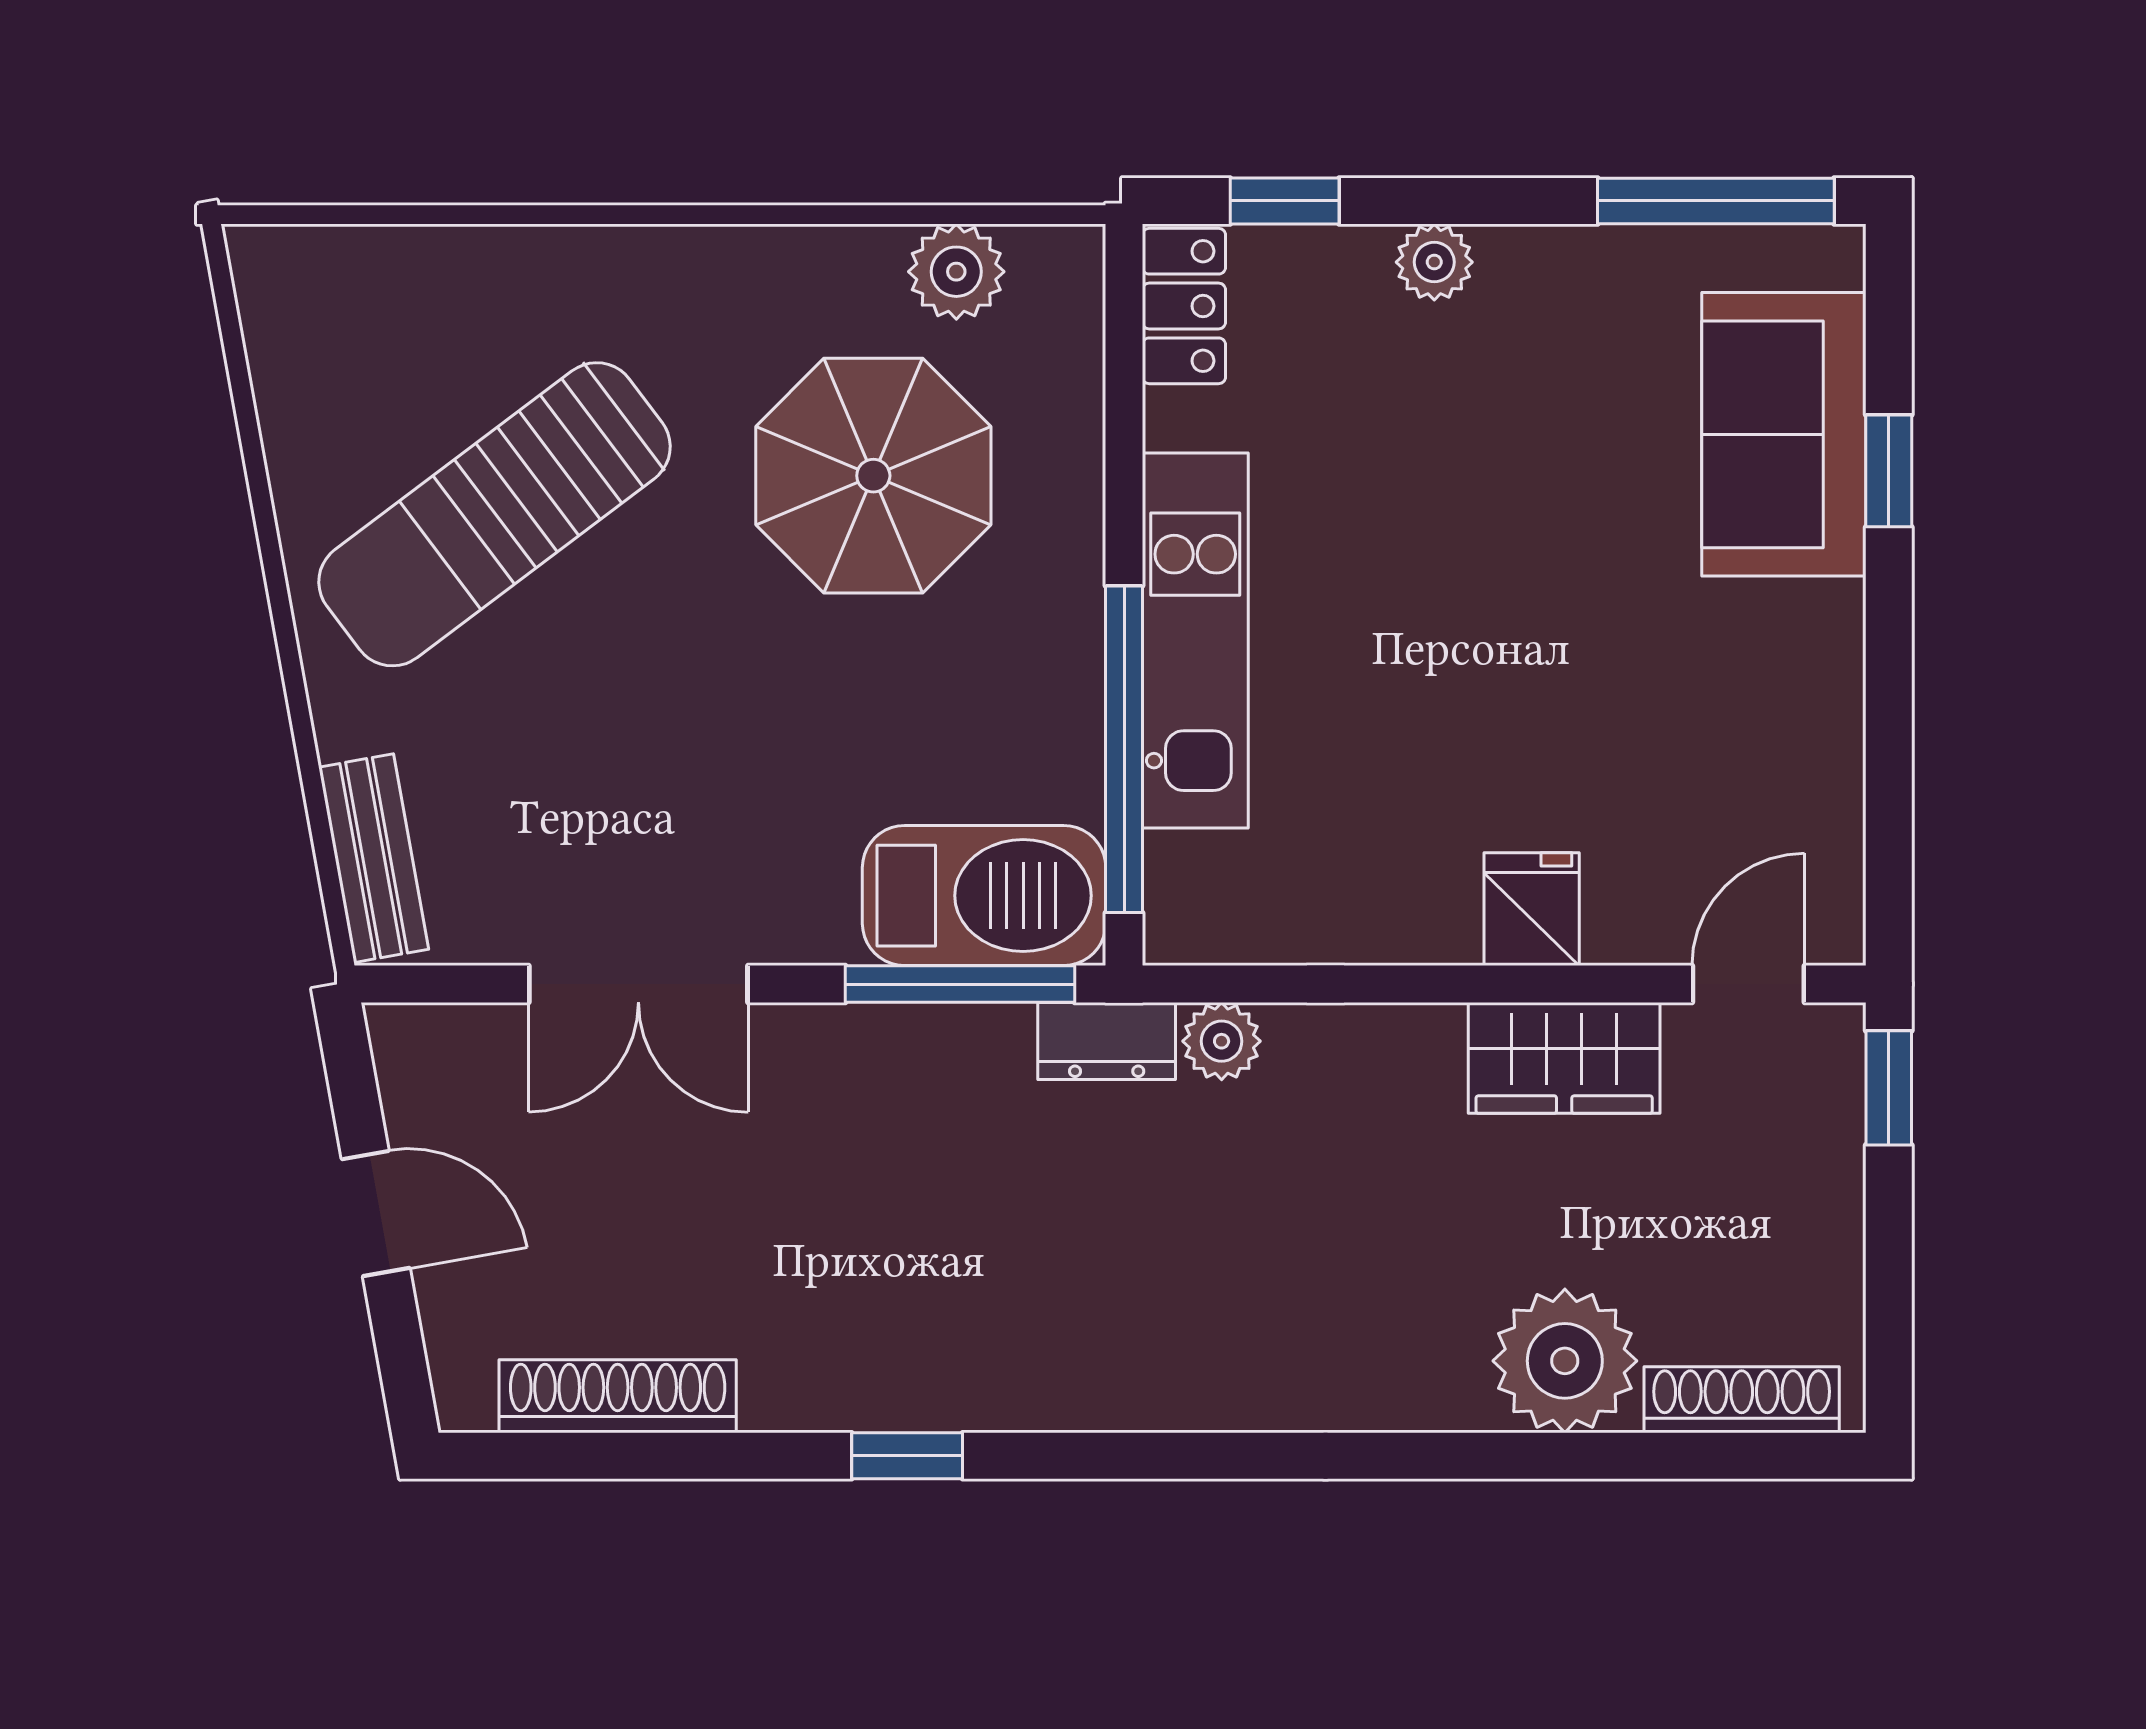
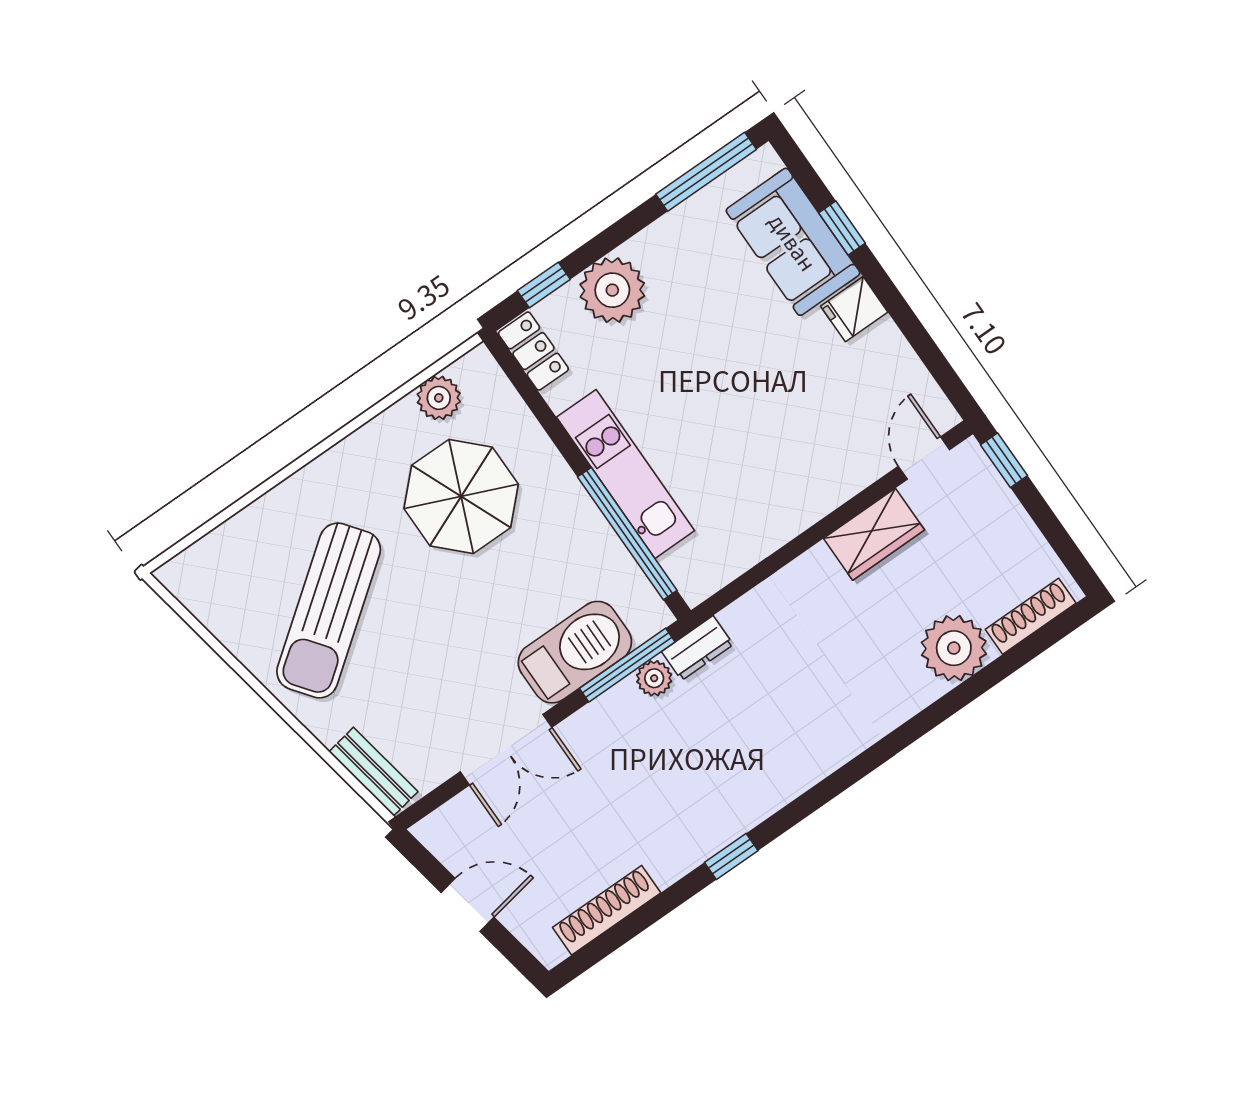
plant: (1434, 262) -> (612, 290), width x1.87, depth x1.87
barbecue: (984, 896) -> (575, 652), moved
fridge: (1532, 909) -> (854, 309), moved, turned -90
plant: (1222, 1041) -> (654, 678), moved

